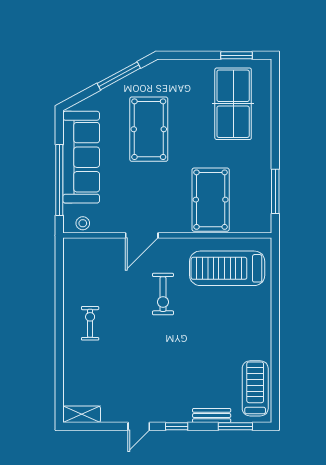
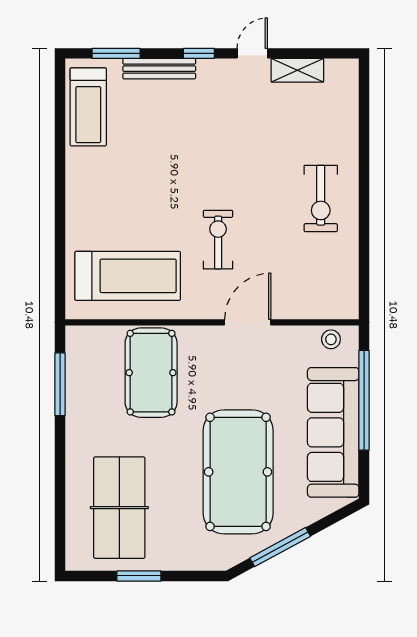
window: (237, 55) -> (139, 576), moved
pool table: (149, 129) -> (238, 472), width x1.36, depth x1.32
exercise bike: (90, 323) -> (321, 199), width x1.38, depth x1.39
shelving: (82, 414) -> (297, 70), moved
bench: (212, 416) -> (159, 69), width x1.36

